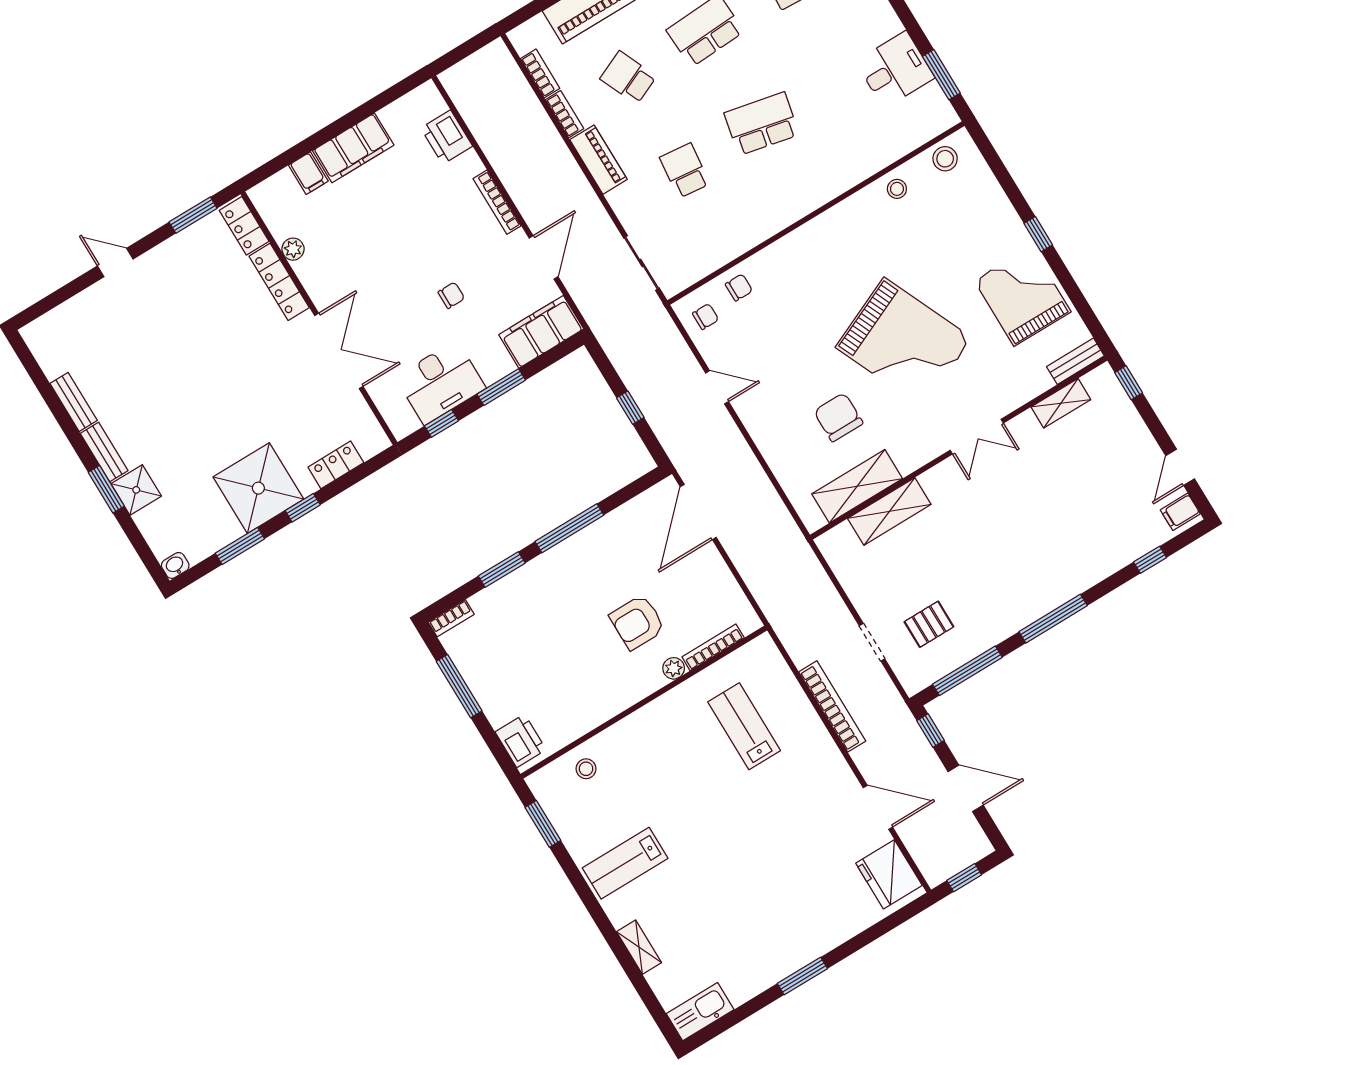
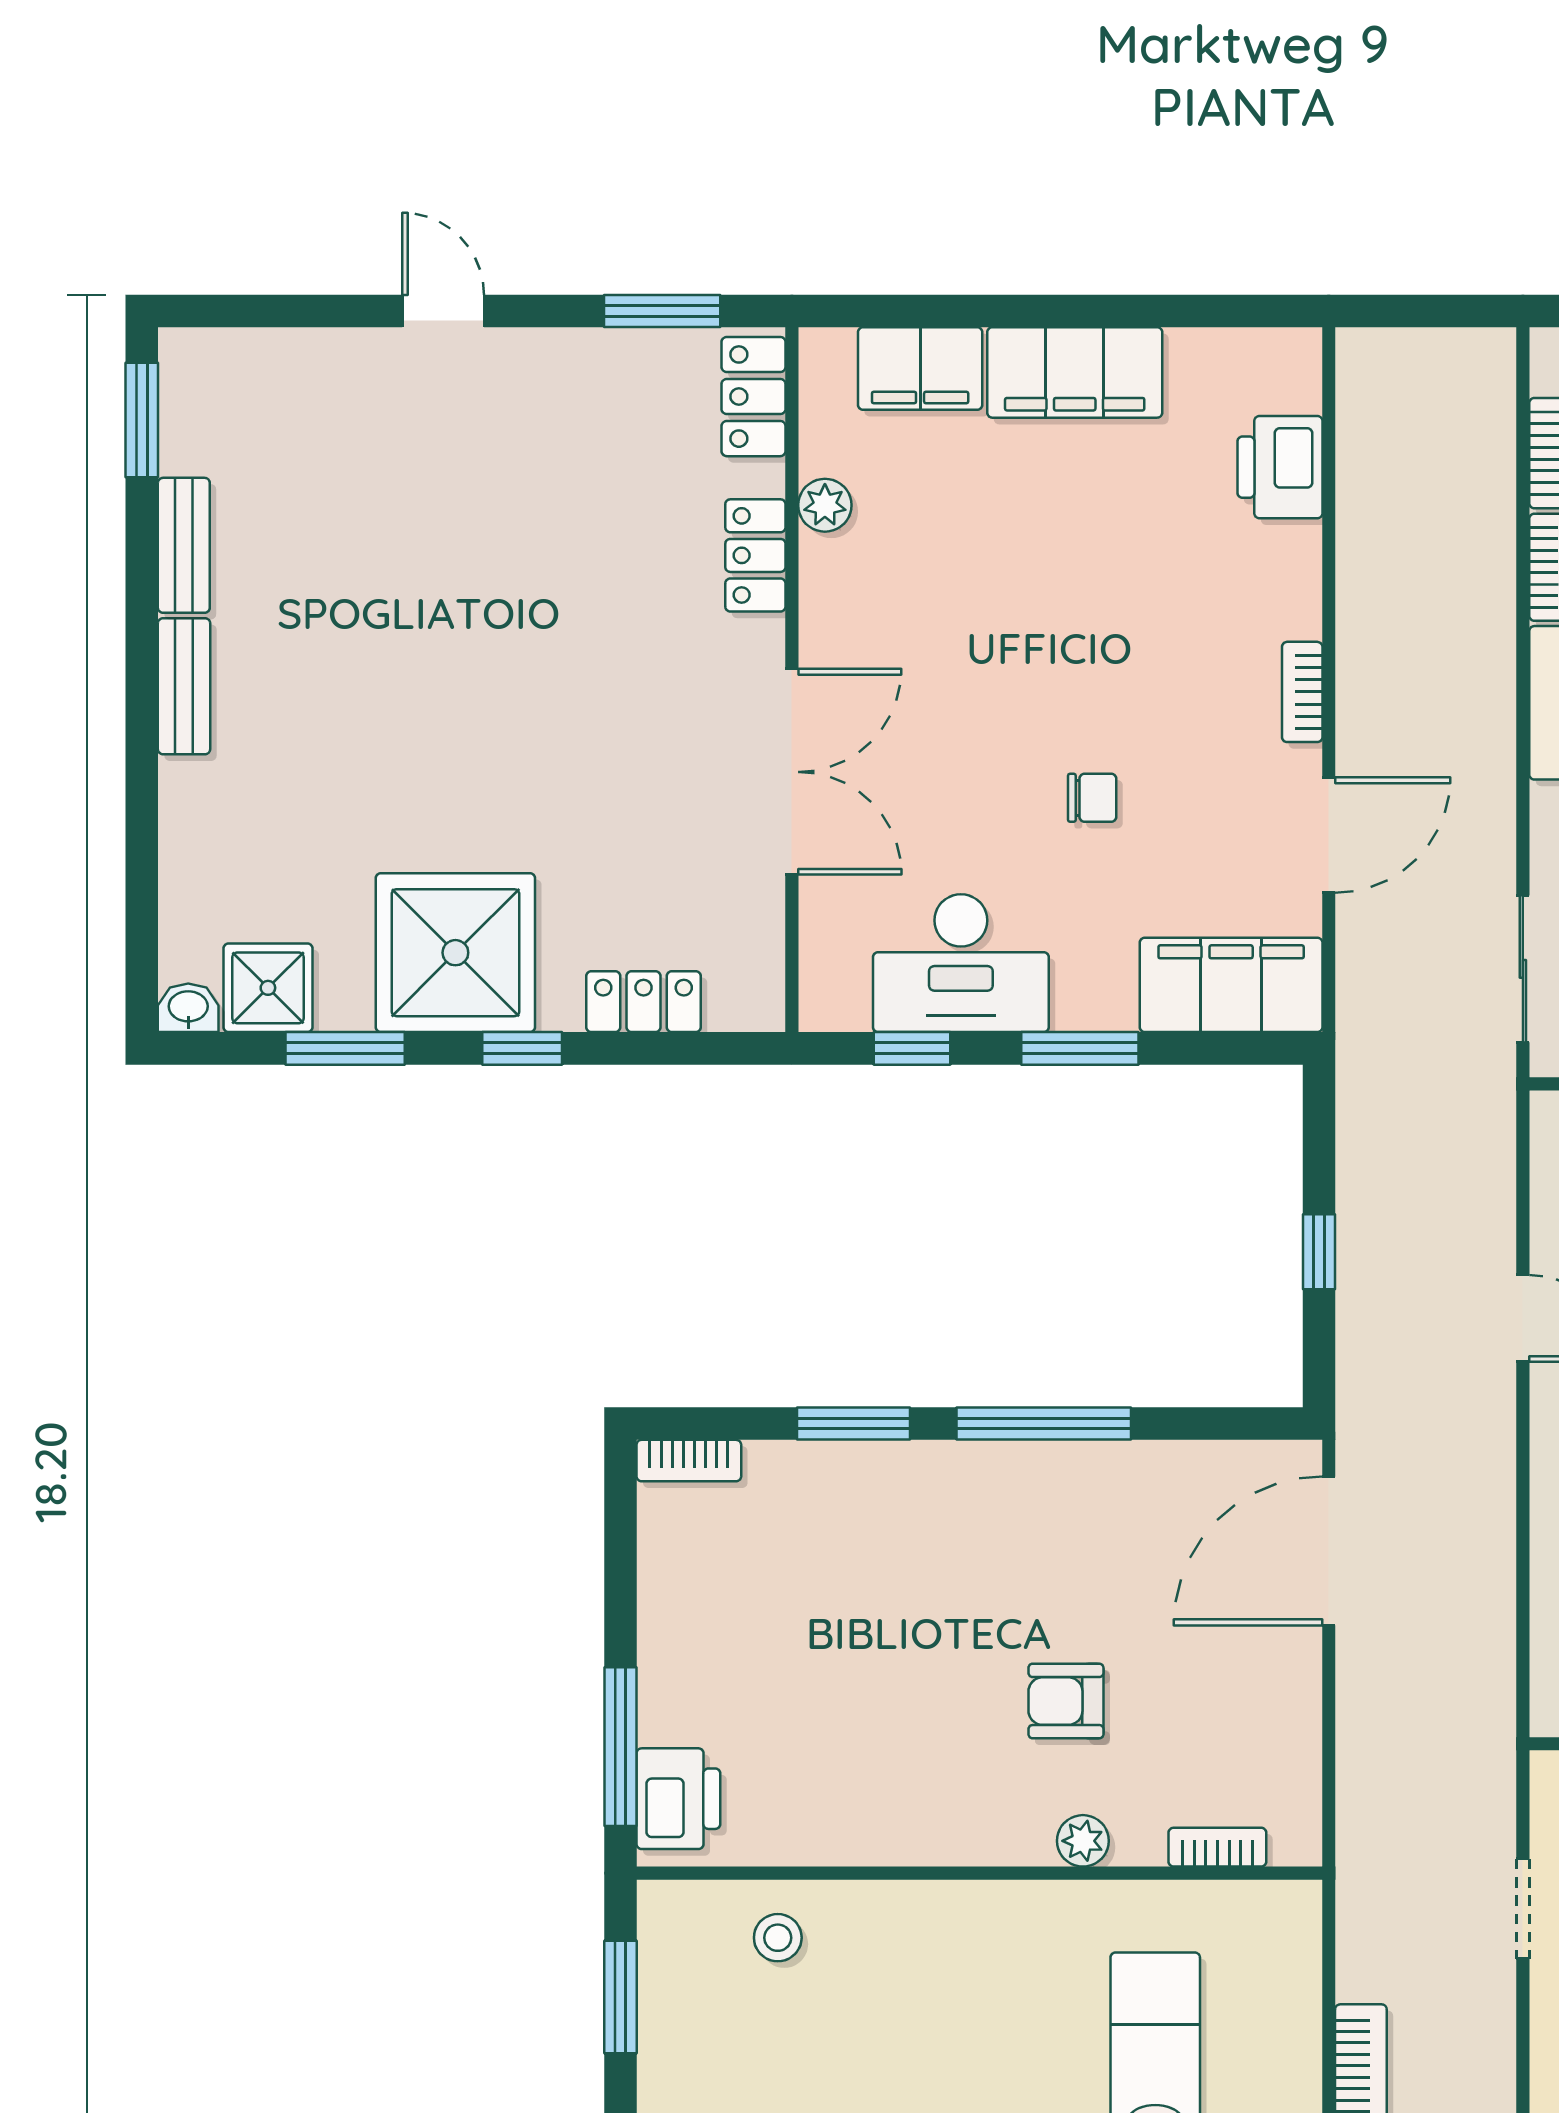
filing cabinet: (308, 173) -> (920, 369), width x2.00
bookcase: (497, 202) -> (1302, 692), width x0.64
locker: (279, 282) -> (755, 555), width x0.66
window: (106, 489) -> (142, 420), moved
shower: (136, 490) -> (268, 988), moved
armchair: (637, 622) -> (1066, 1701), width x0.72, depth x0.72
doorway: (872, 642) -> (1523, 1909), moved
bookcase: (713, 647) -> (1217, 1847), width x0.64
window: (459, 686) -> (620, 1747), moved

